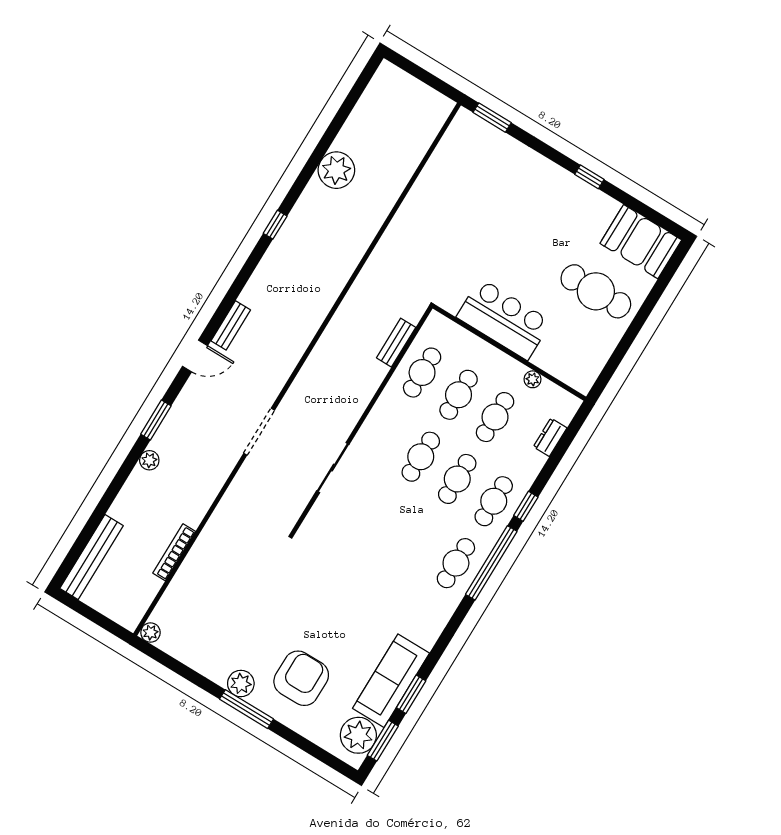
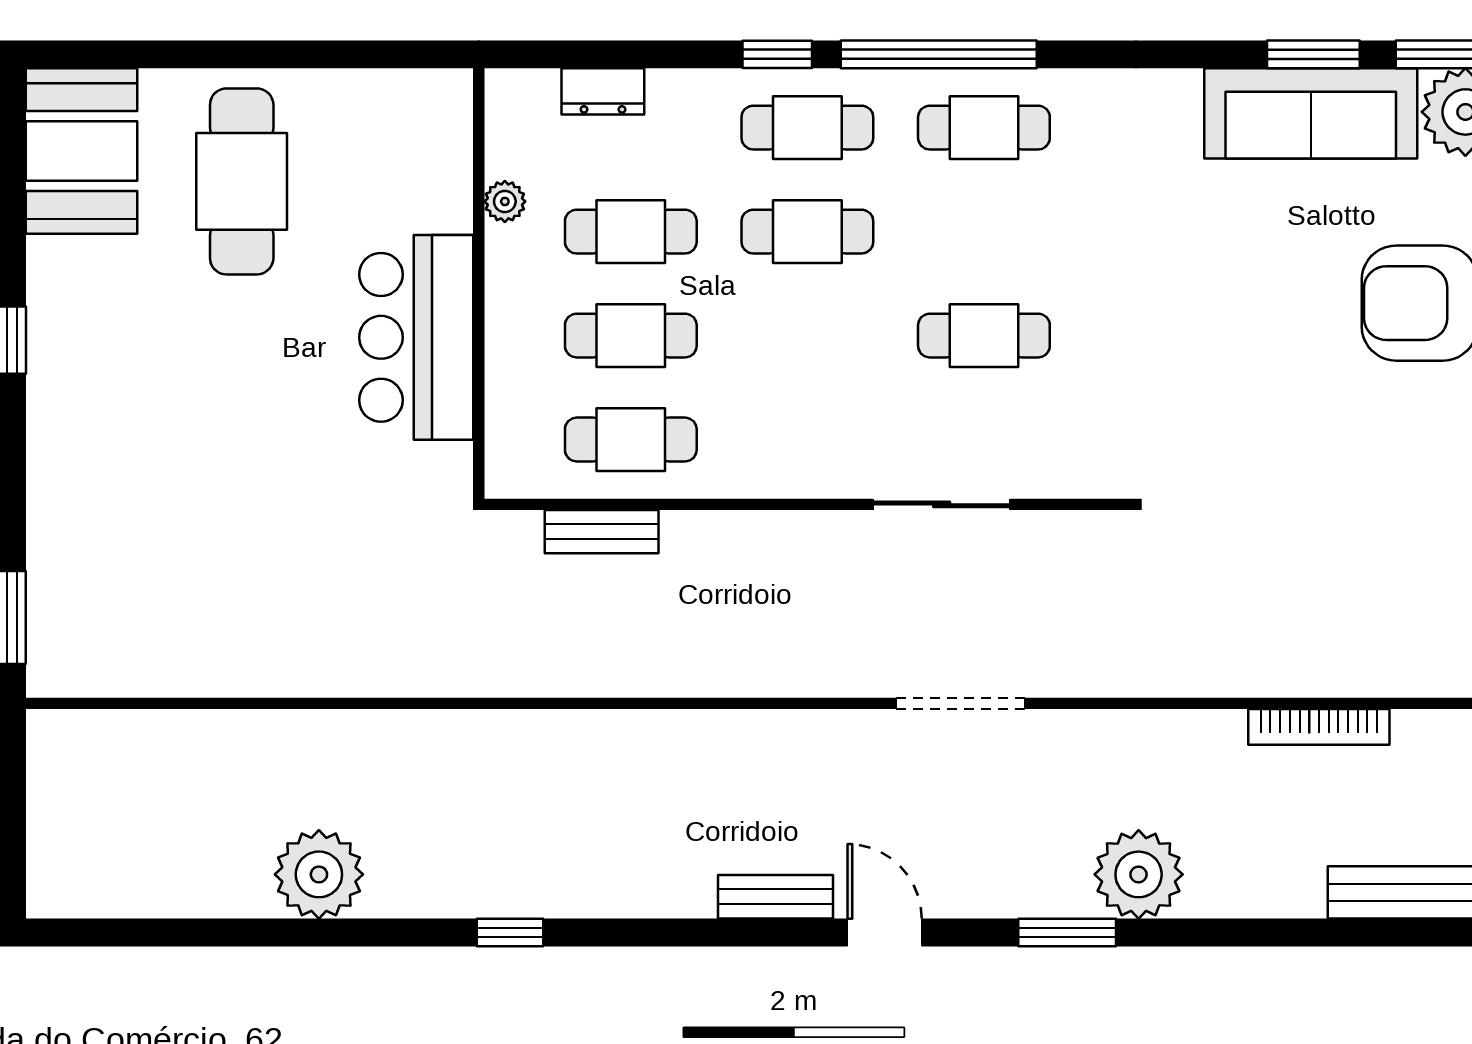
cafe table: (421, 457) -> (984, 336), moved
plant: (149, 460) -> (1139, 874), width x1.87, depth x1.87

